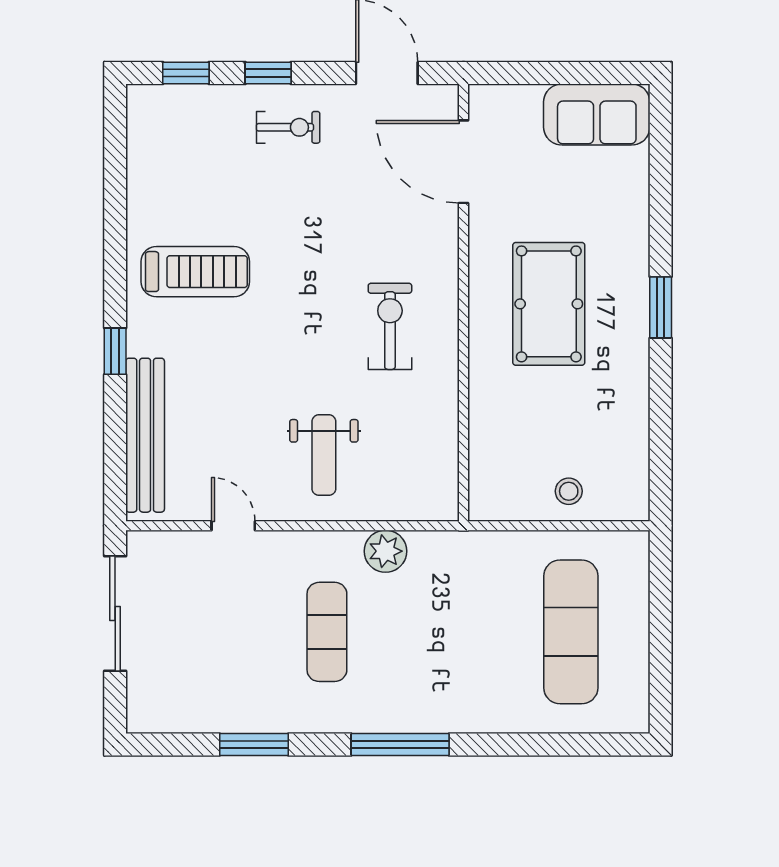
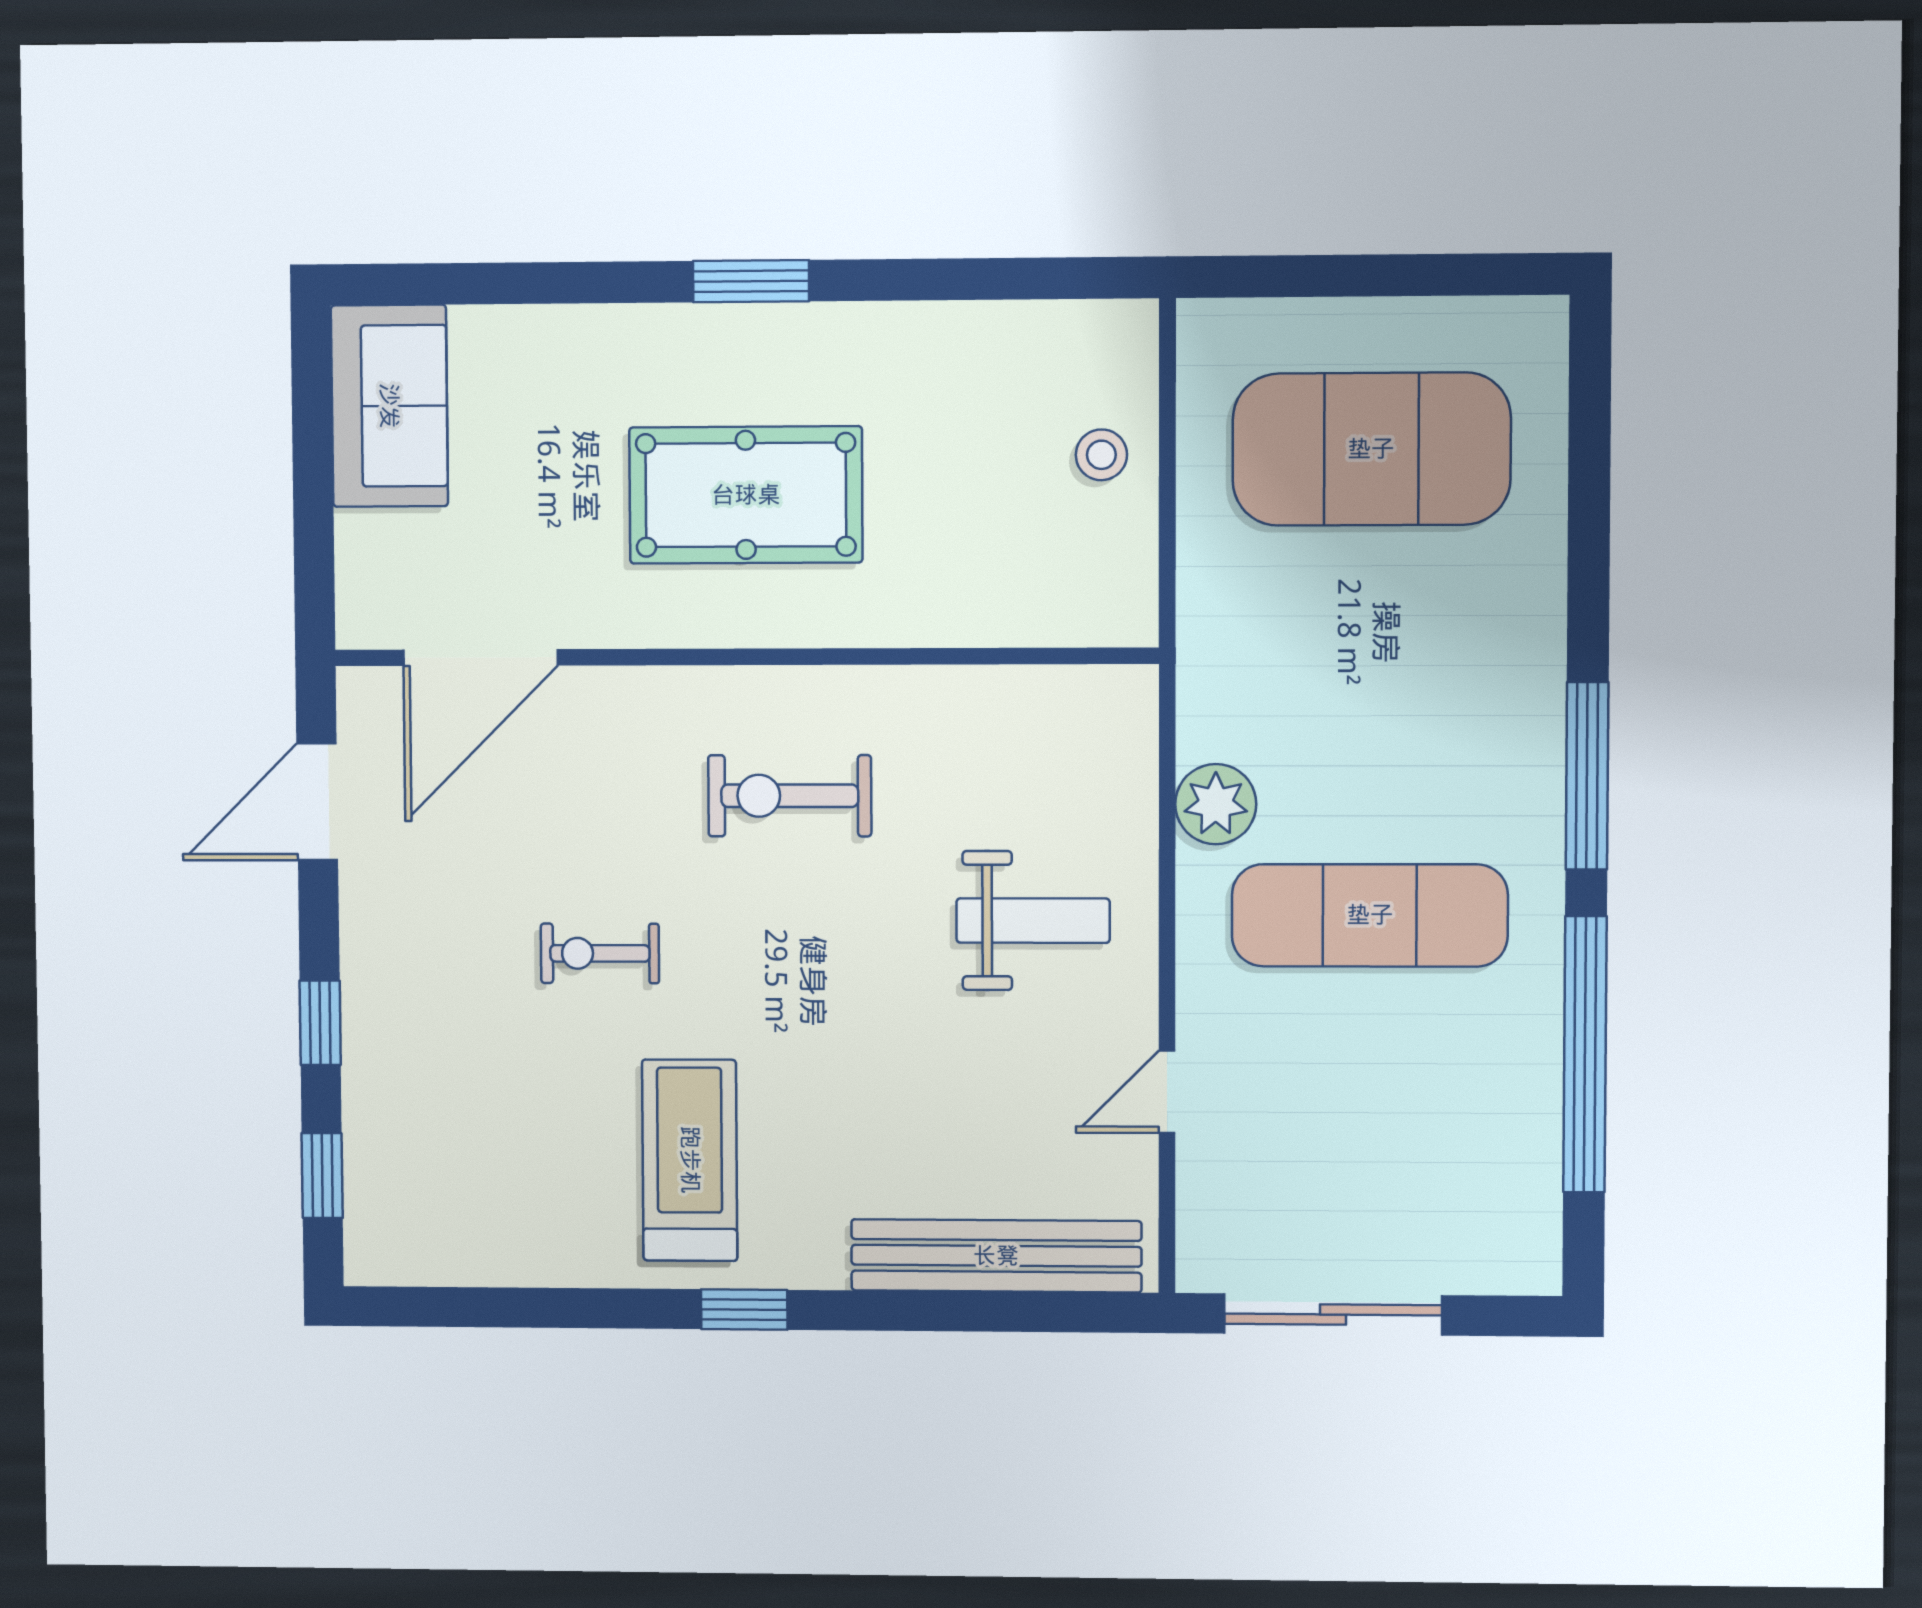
exercise bike: (288, 127) -> (600, 953), moved, turned -90
window: (115, 351) -> (744, 1310), moved
exercise mat: (327, 632) -> (1370, 915), width x1.36, depth x1.45
exercise mat: (571, 632) -> (1371, 449), width x1.47
window: (254, 745) -> (1585, 1054), width x2.11

